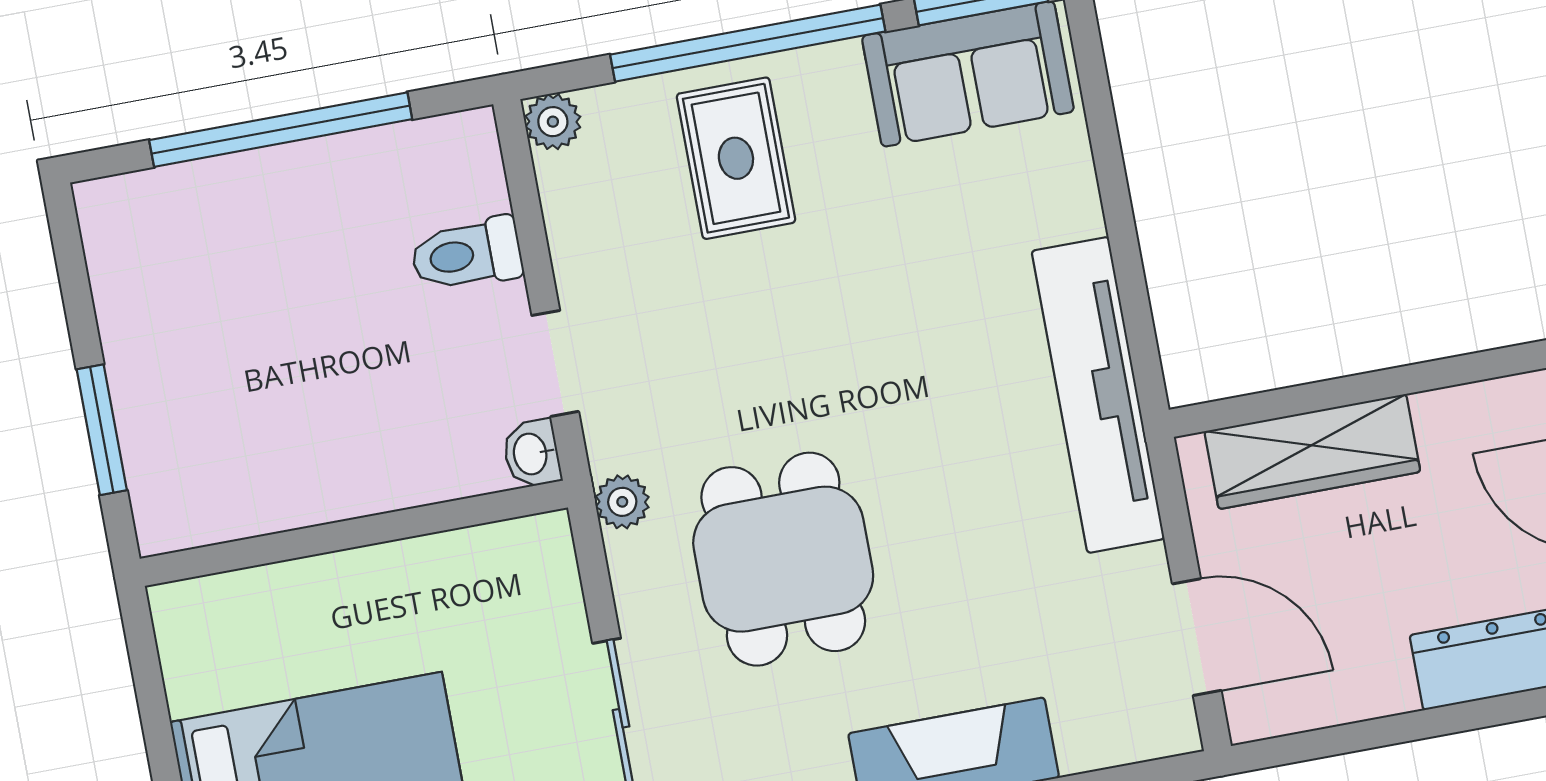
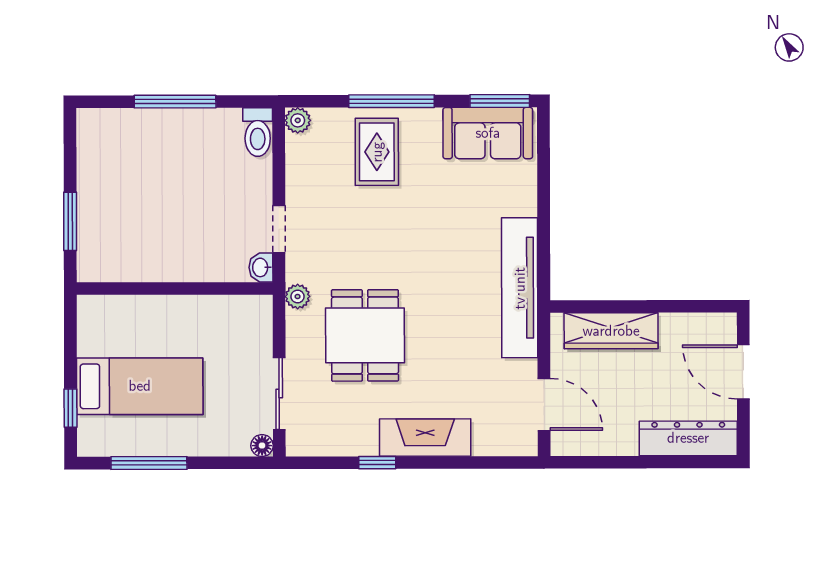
window: (748, 43) -> (392, 101), width x0.68
window: (281, 130) -> (175, 102), width x0.68
toilet: (467, 254) -> (258, 132), moved, turned -90

